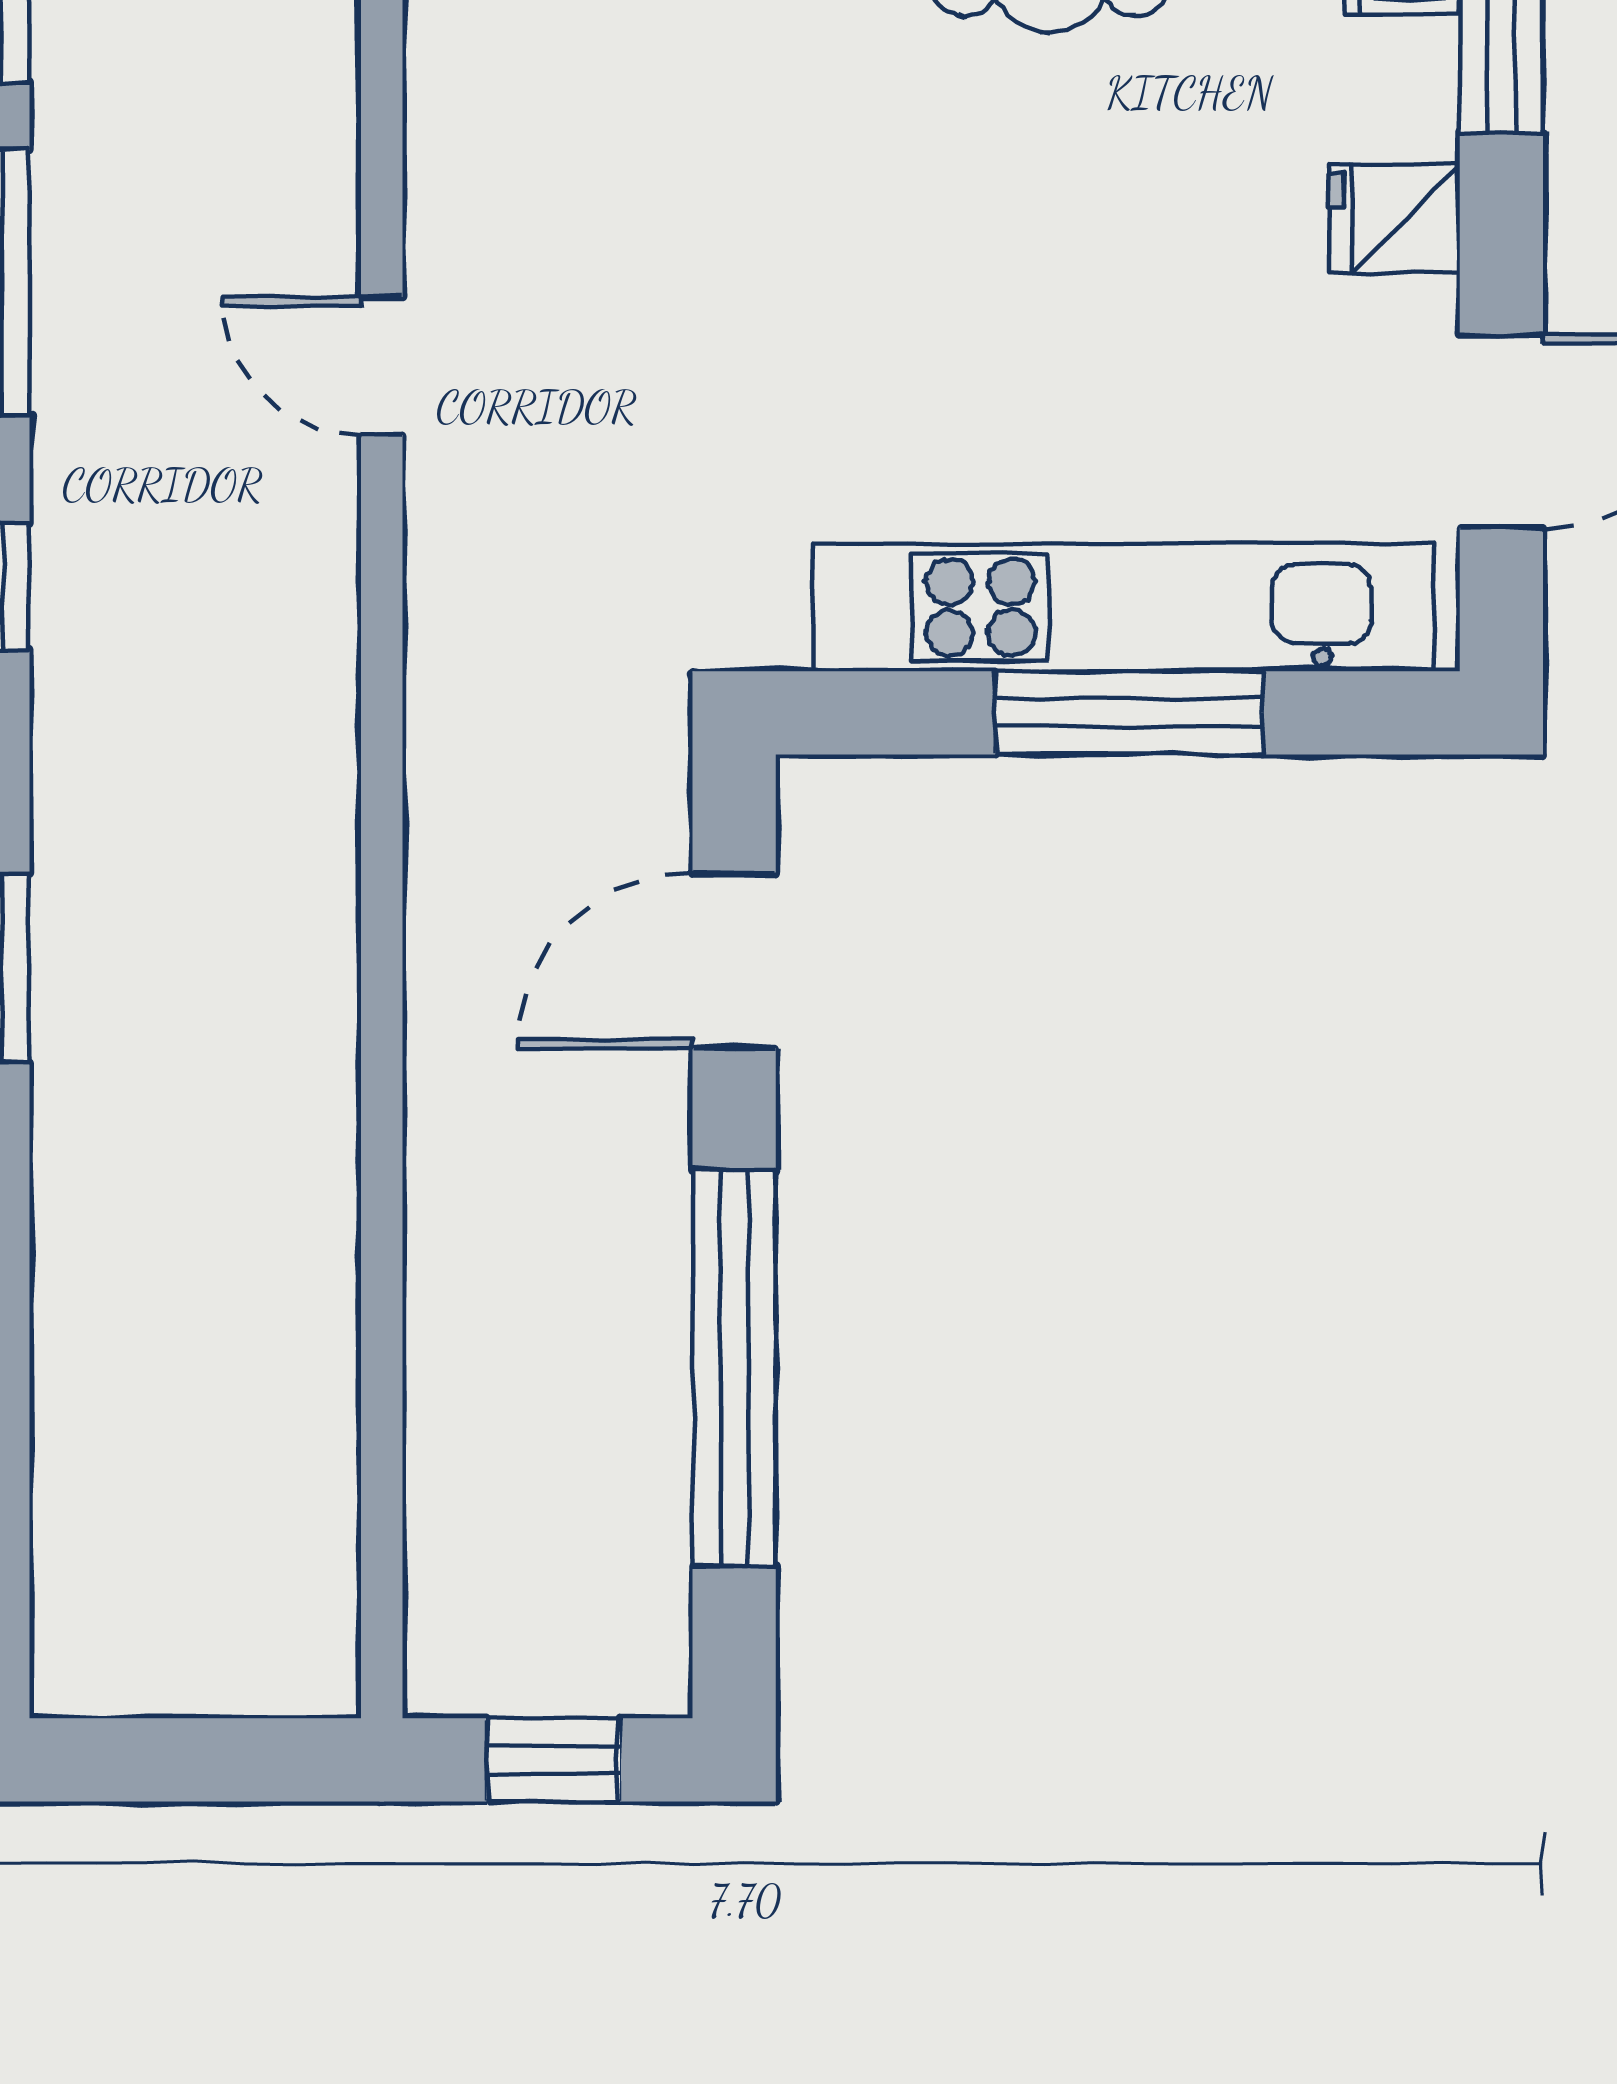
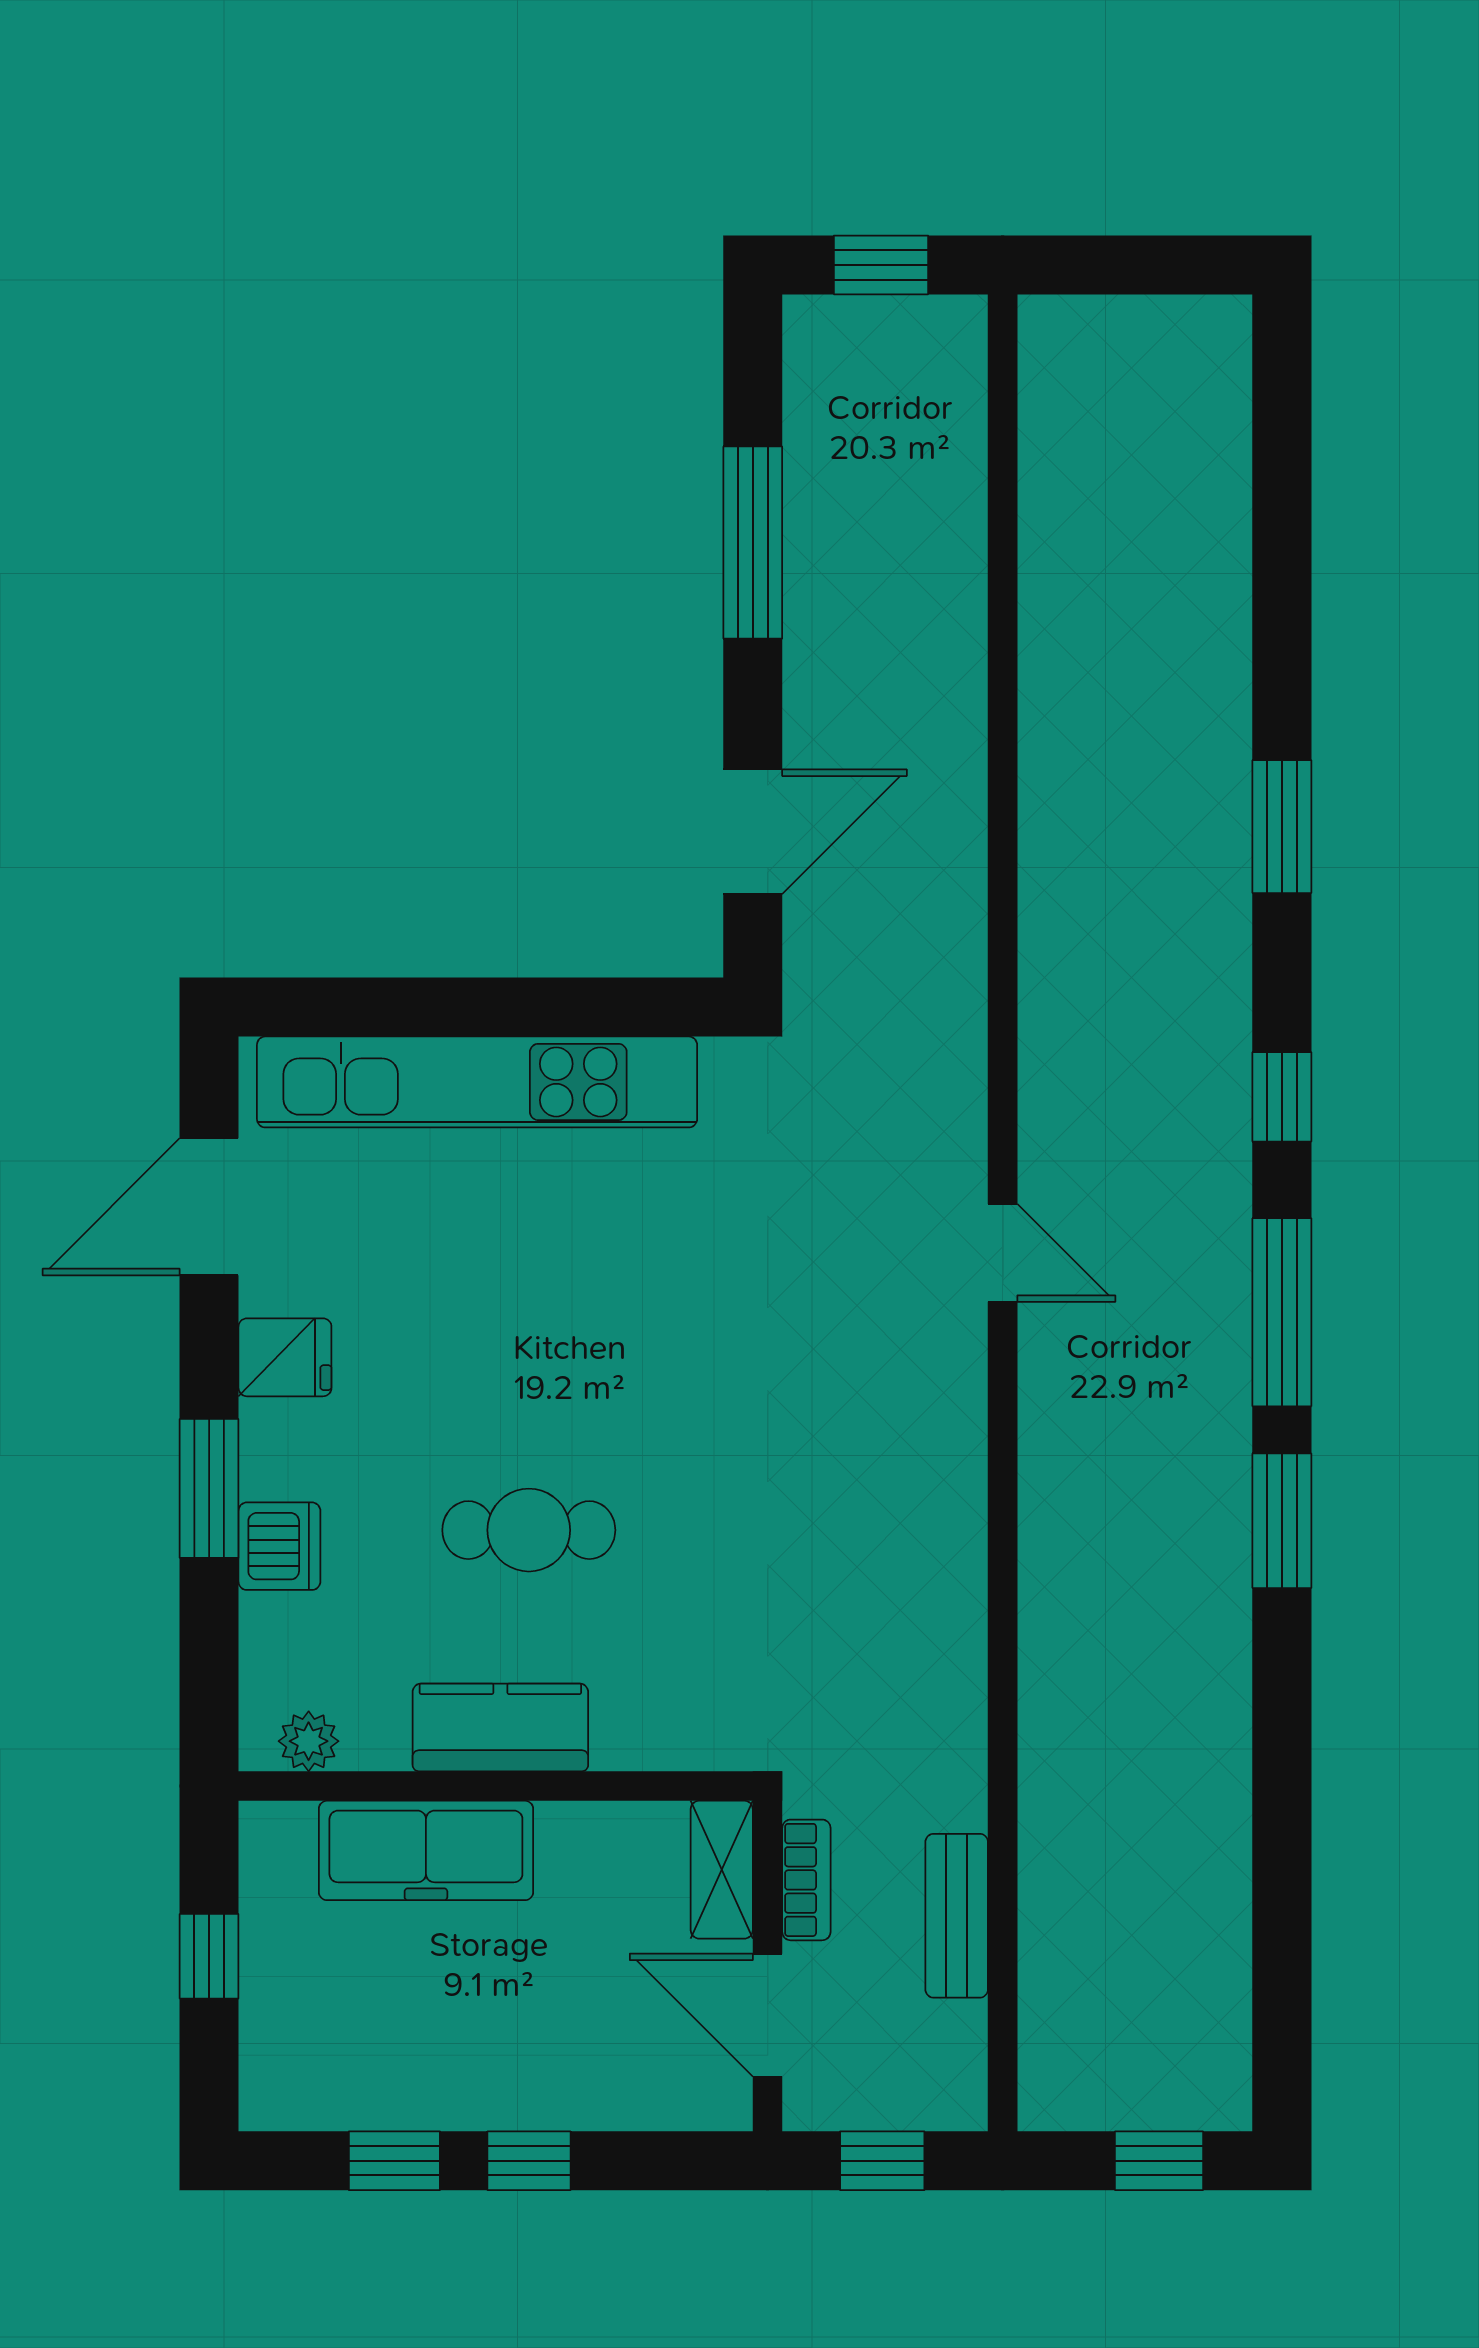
window: (1129, 713) -> (473, 1007), removed
window: (734, 1368) -> (753, 543), width x0.68

